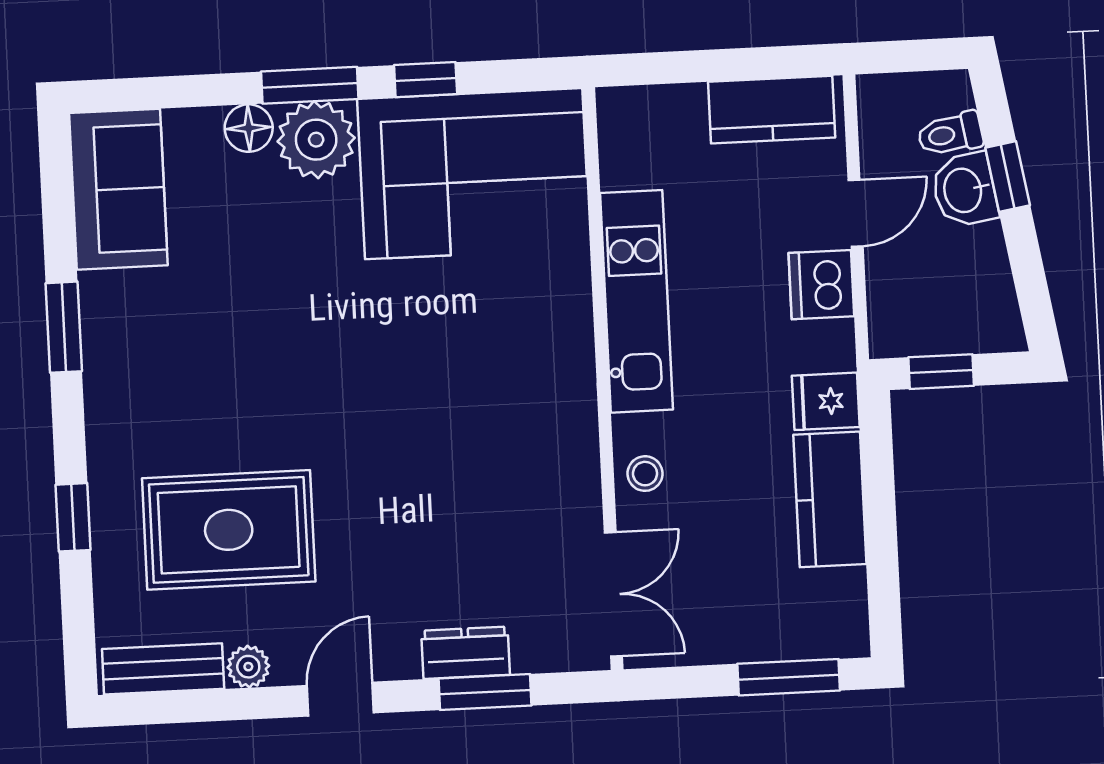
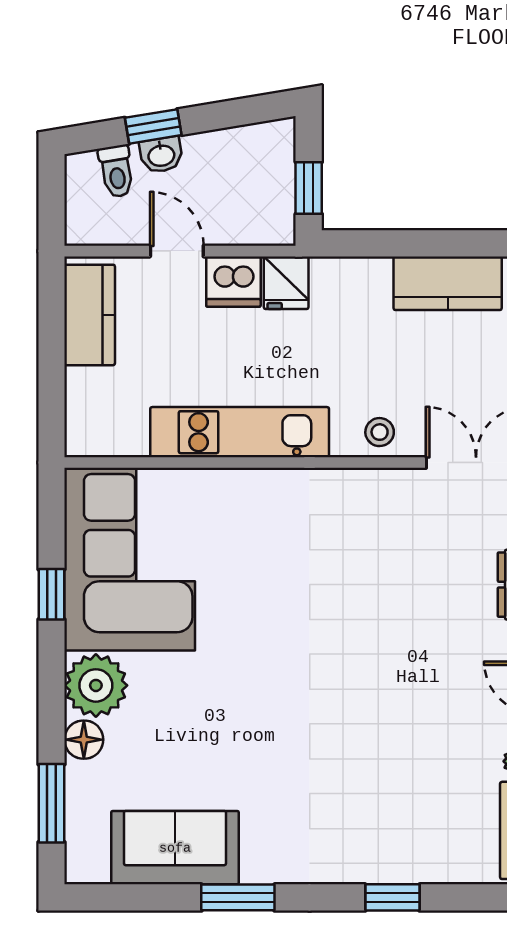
window: (310, 85) -> (52, 803), moved
sofa: (118, 189) -> (175, 848), moved
washbasin: (964, 190) -> (161, 155), width x0.72, depth x0.69
fridge: (826, 401) -> (286, 283), moved
kitchen counter: (830, 499) -> (448, 283), moved
rug: (229, 530) -> (409, 772), removed

